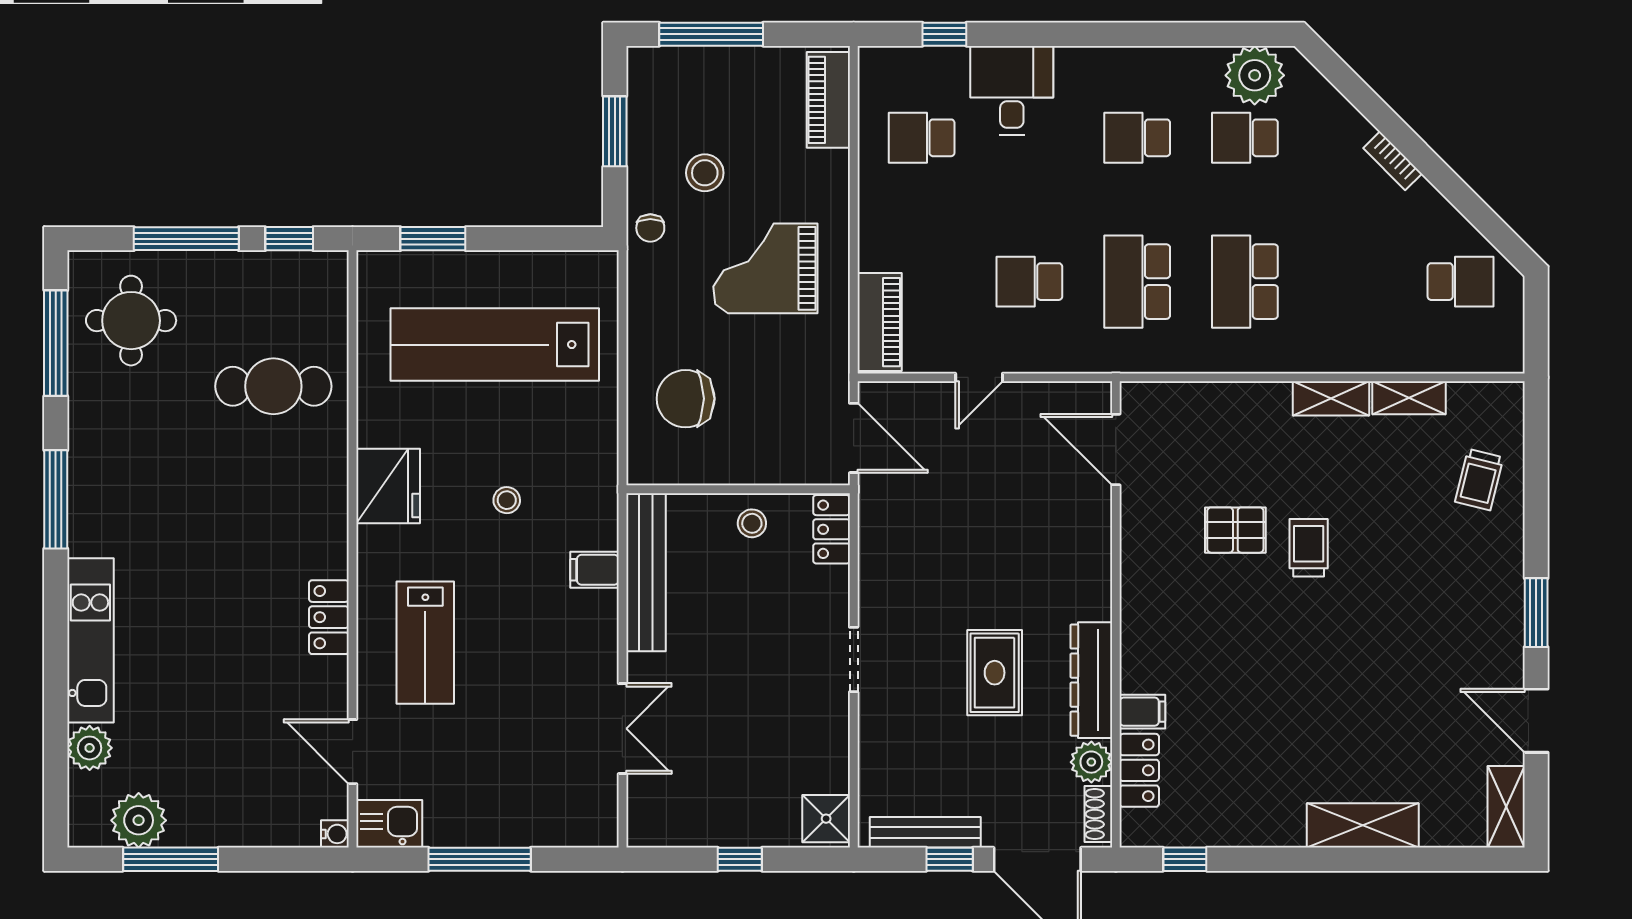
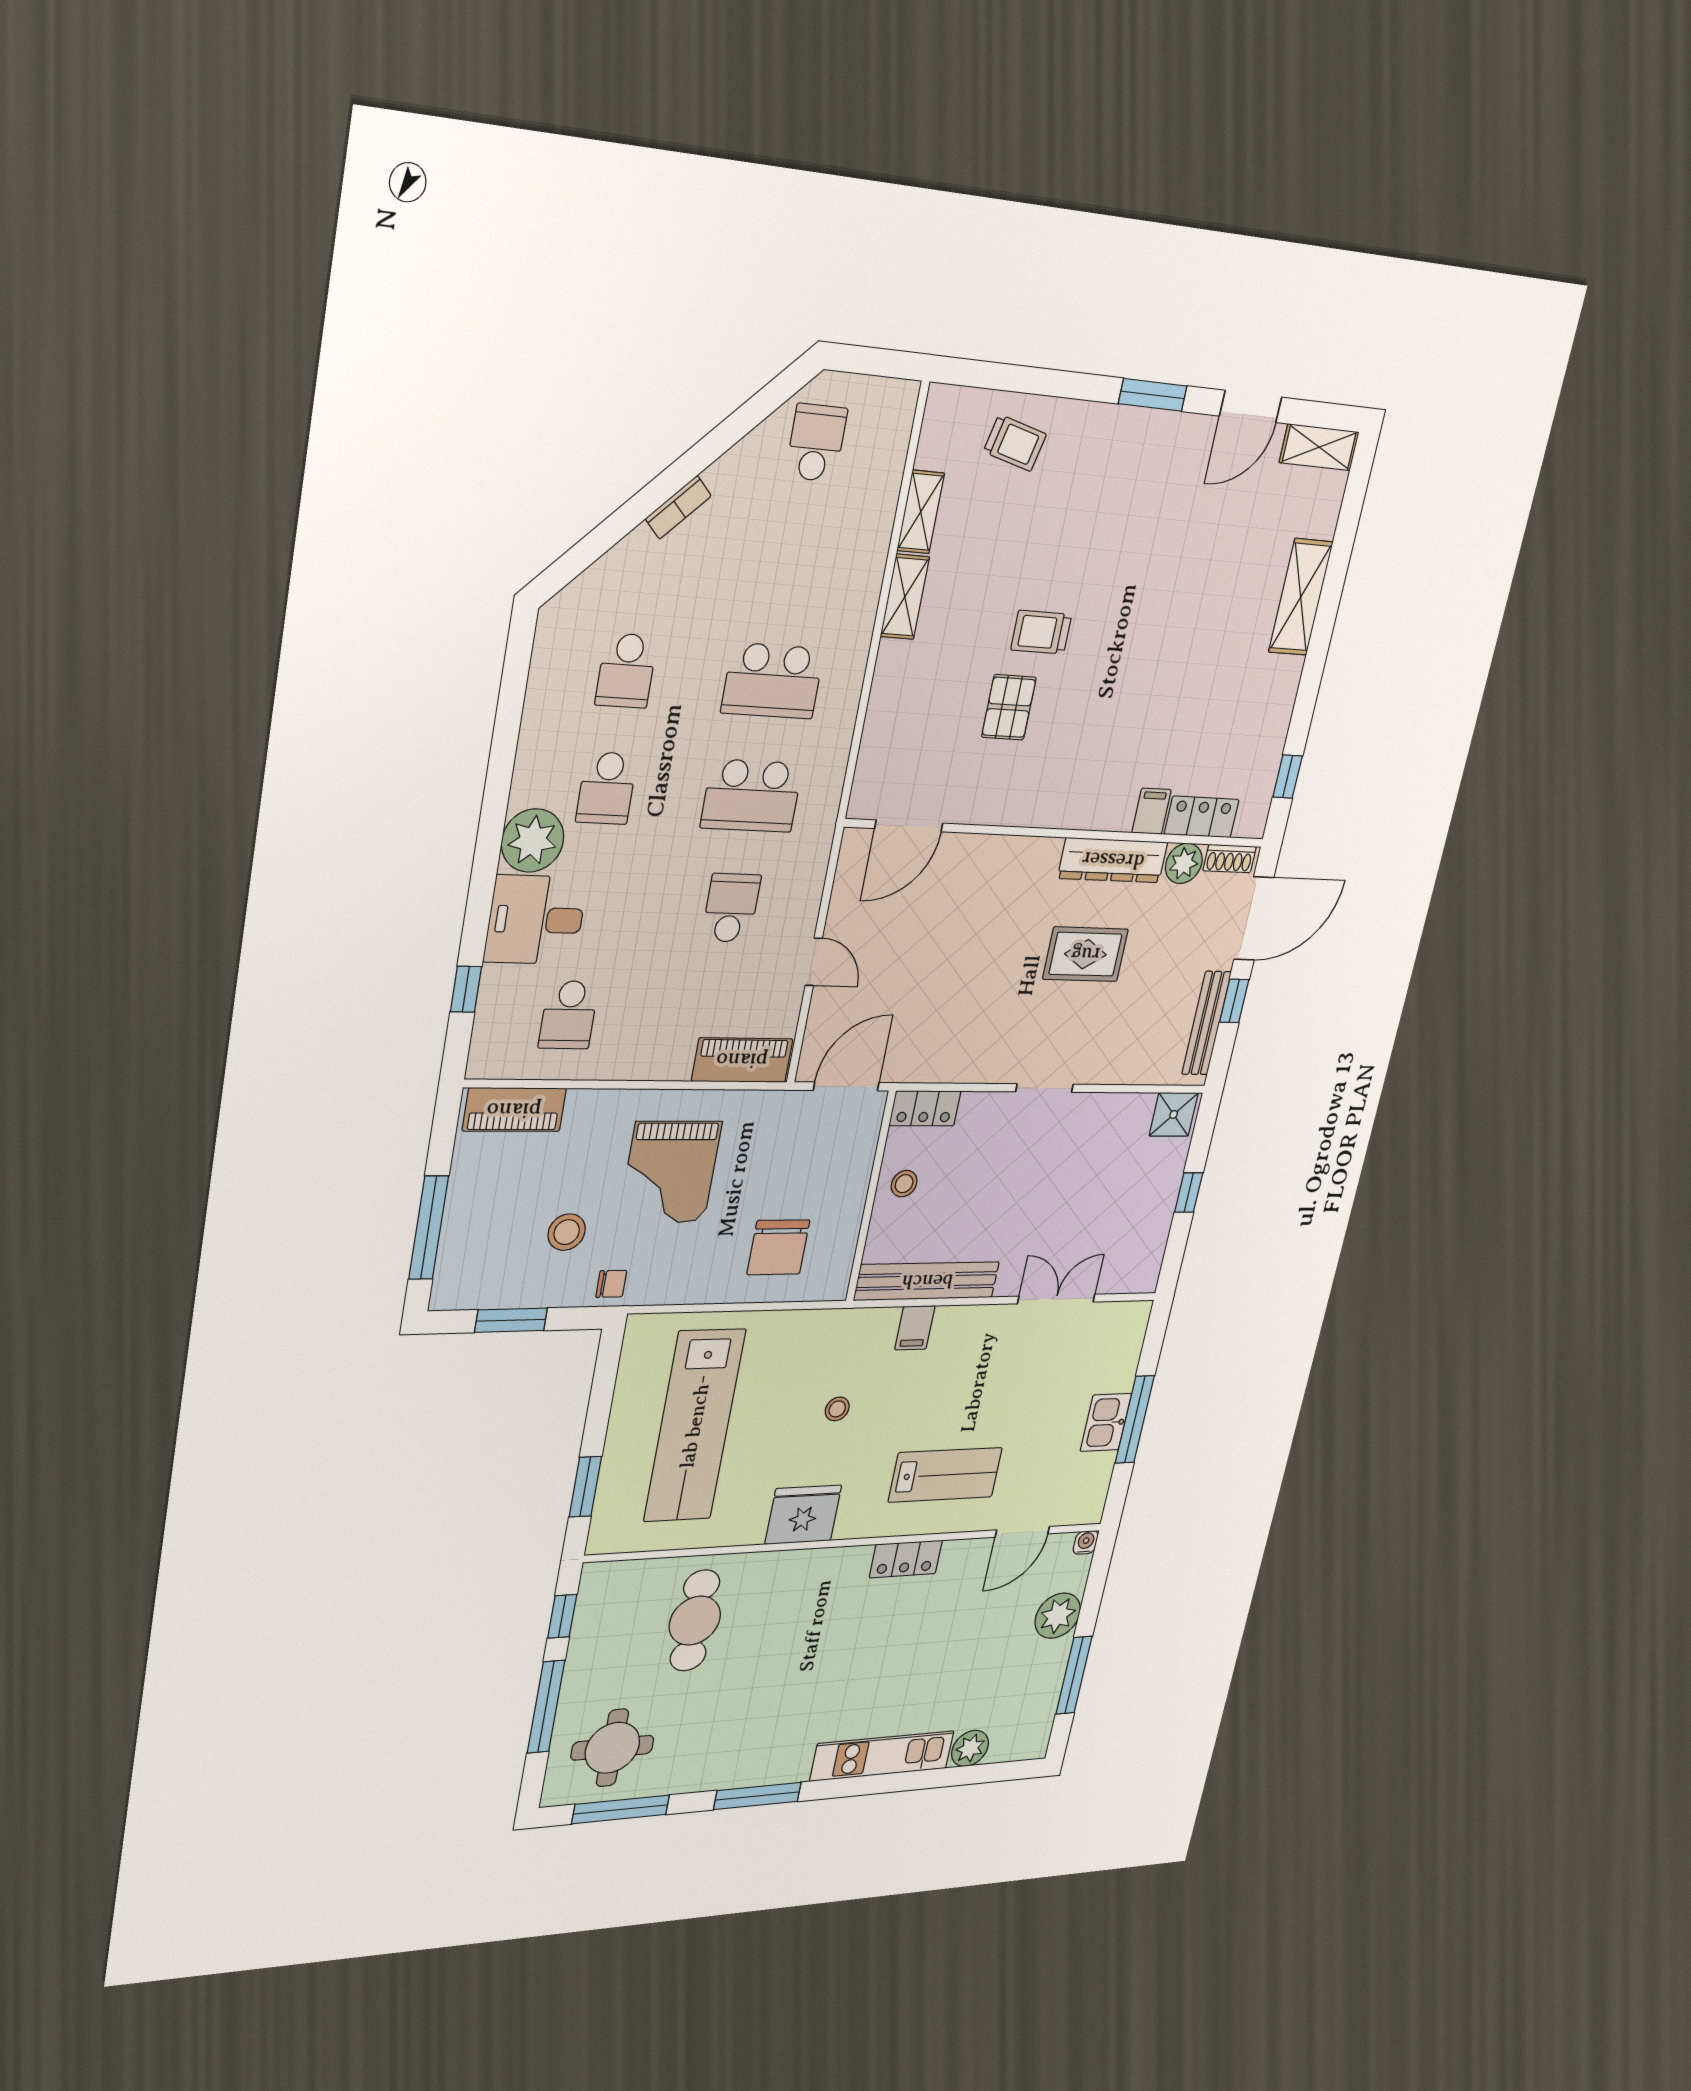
plant: (1255, 75) -> (533, 841), moved
school desk: (1029, 282) -> (731, 908), turned 180
plant: (139, 820) -> (1058, 1616), moved
kitchen sink: (389, 824) -> (1106, 1422), moved

